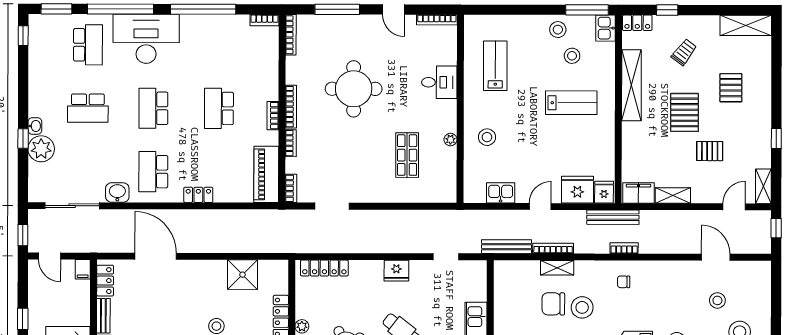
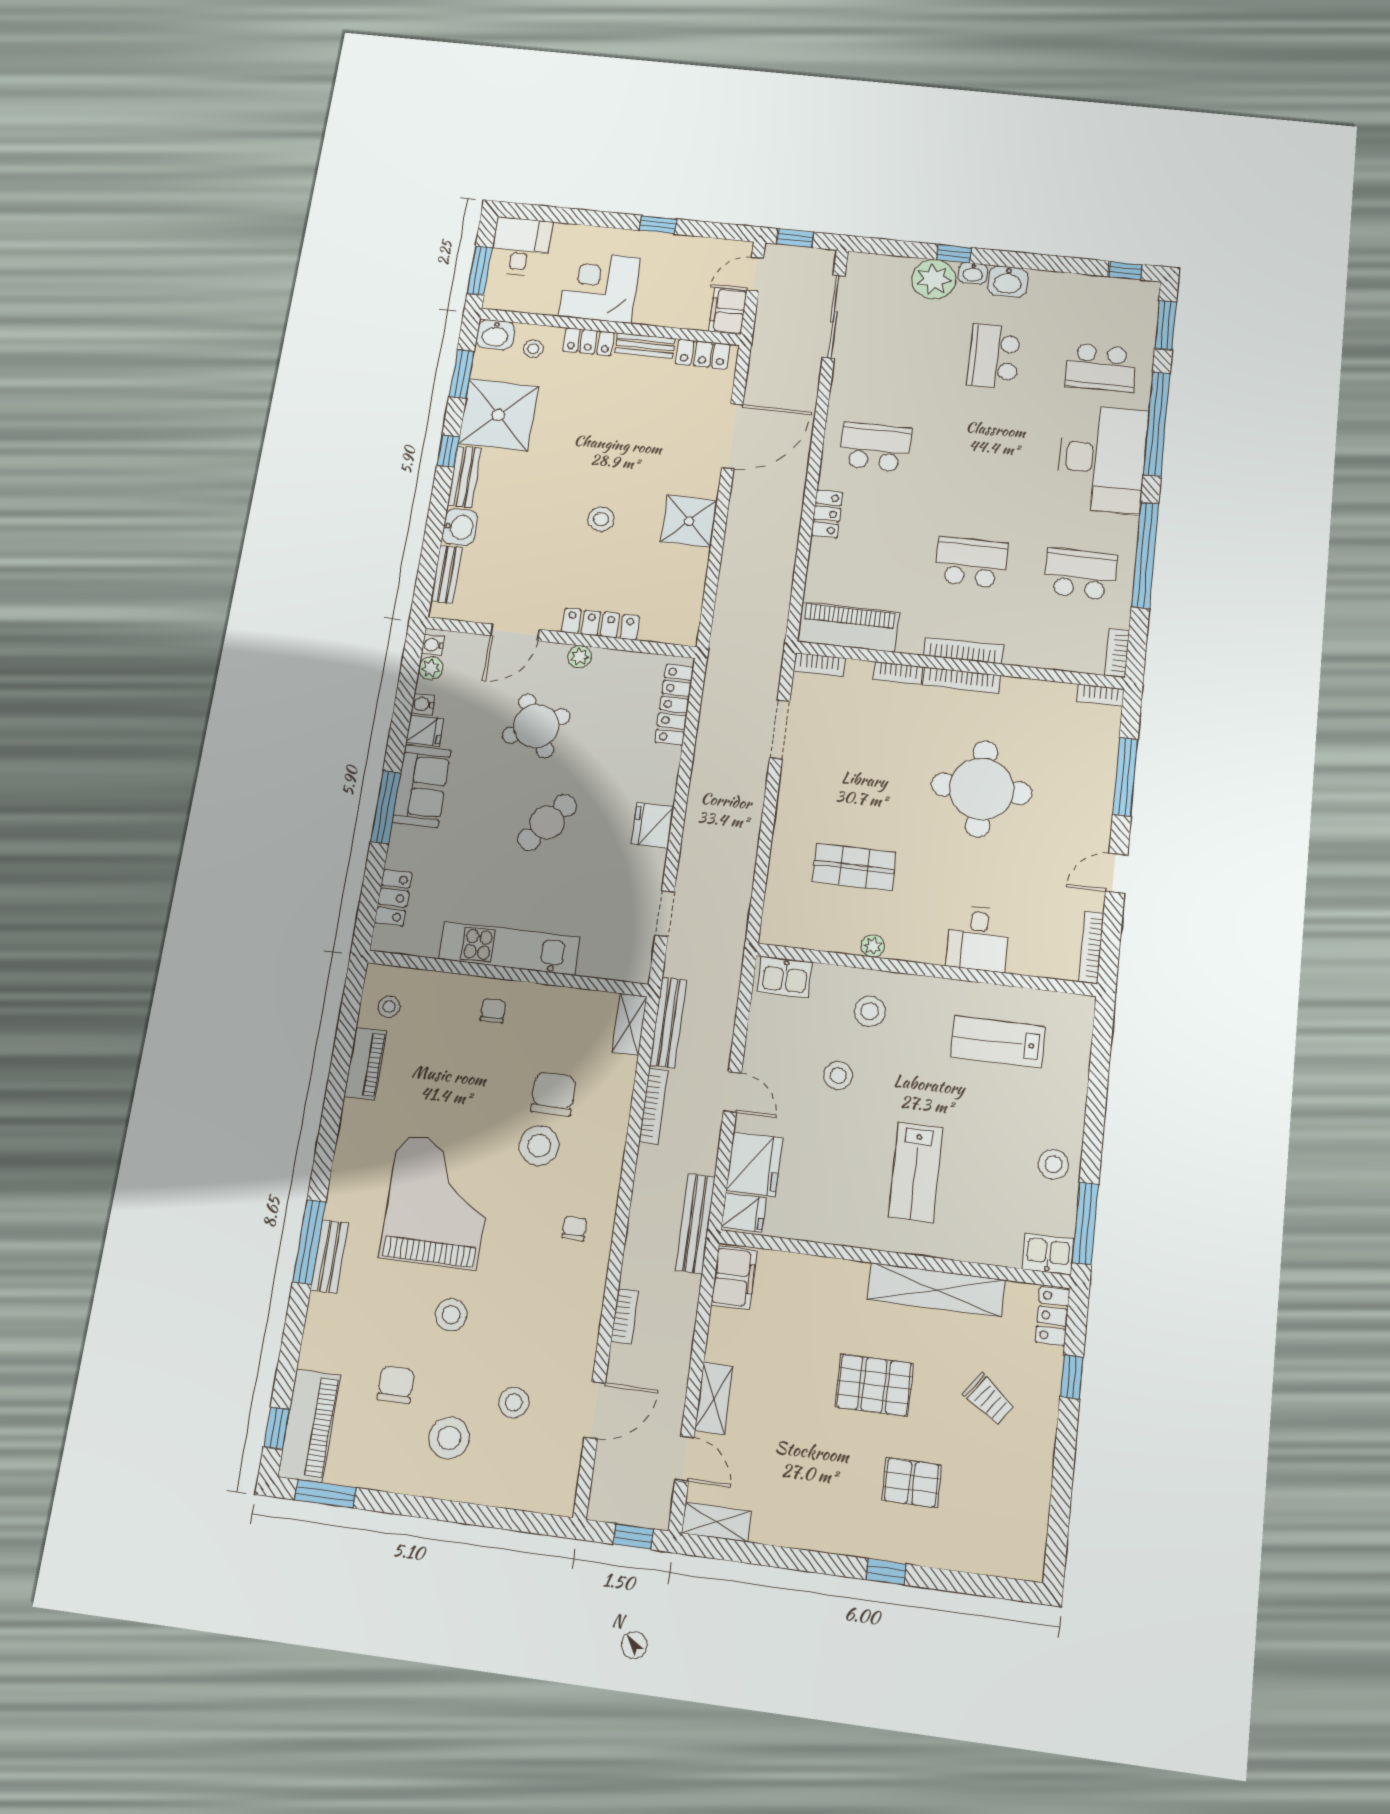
shelving: (746, 25) -> (1028, 1529), removed
bookcase: (291, 35) -> (1100, 695), width x0.64
stool: (572, 56) -> (838, 1076), moved
lab bench: (495, 66) -> (998, 1042), turned 180
school desk: (153, 108) -> (1081, 574), moved
bookcase: (273, 116) -> (963, 650), width x1.56
window: (776, 138) -> (886, 1572), moved
pallet: (710, 151) -> (796, 1425), removed
washbasin: (117, 193) -> (1008, 282), moved, turned 90
kitchen sink: (501, 193) -> (785, 977), moved, turned 90
shelving: (673, 195) -> (714, 1398), moved
bookcase: (624, 248) -> (625, 1316), moved
shelving: (557, 268) -> (630, 1024), moved
filing cabinet: (83, 269) -> (728, 311), width x2.00
shower: (242, 275) -> (689, 521), moved

